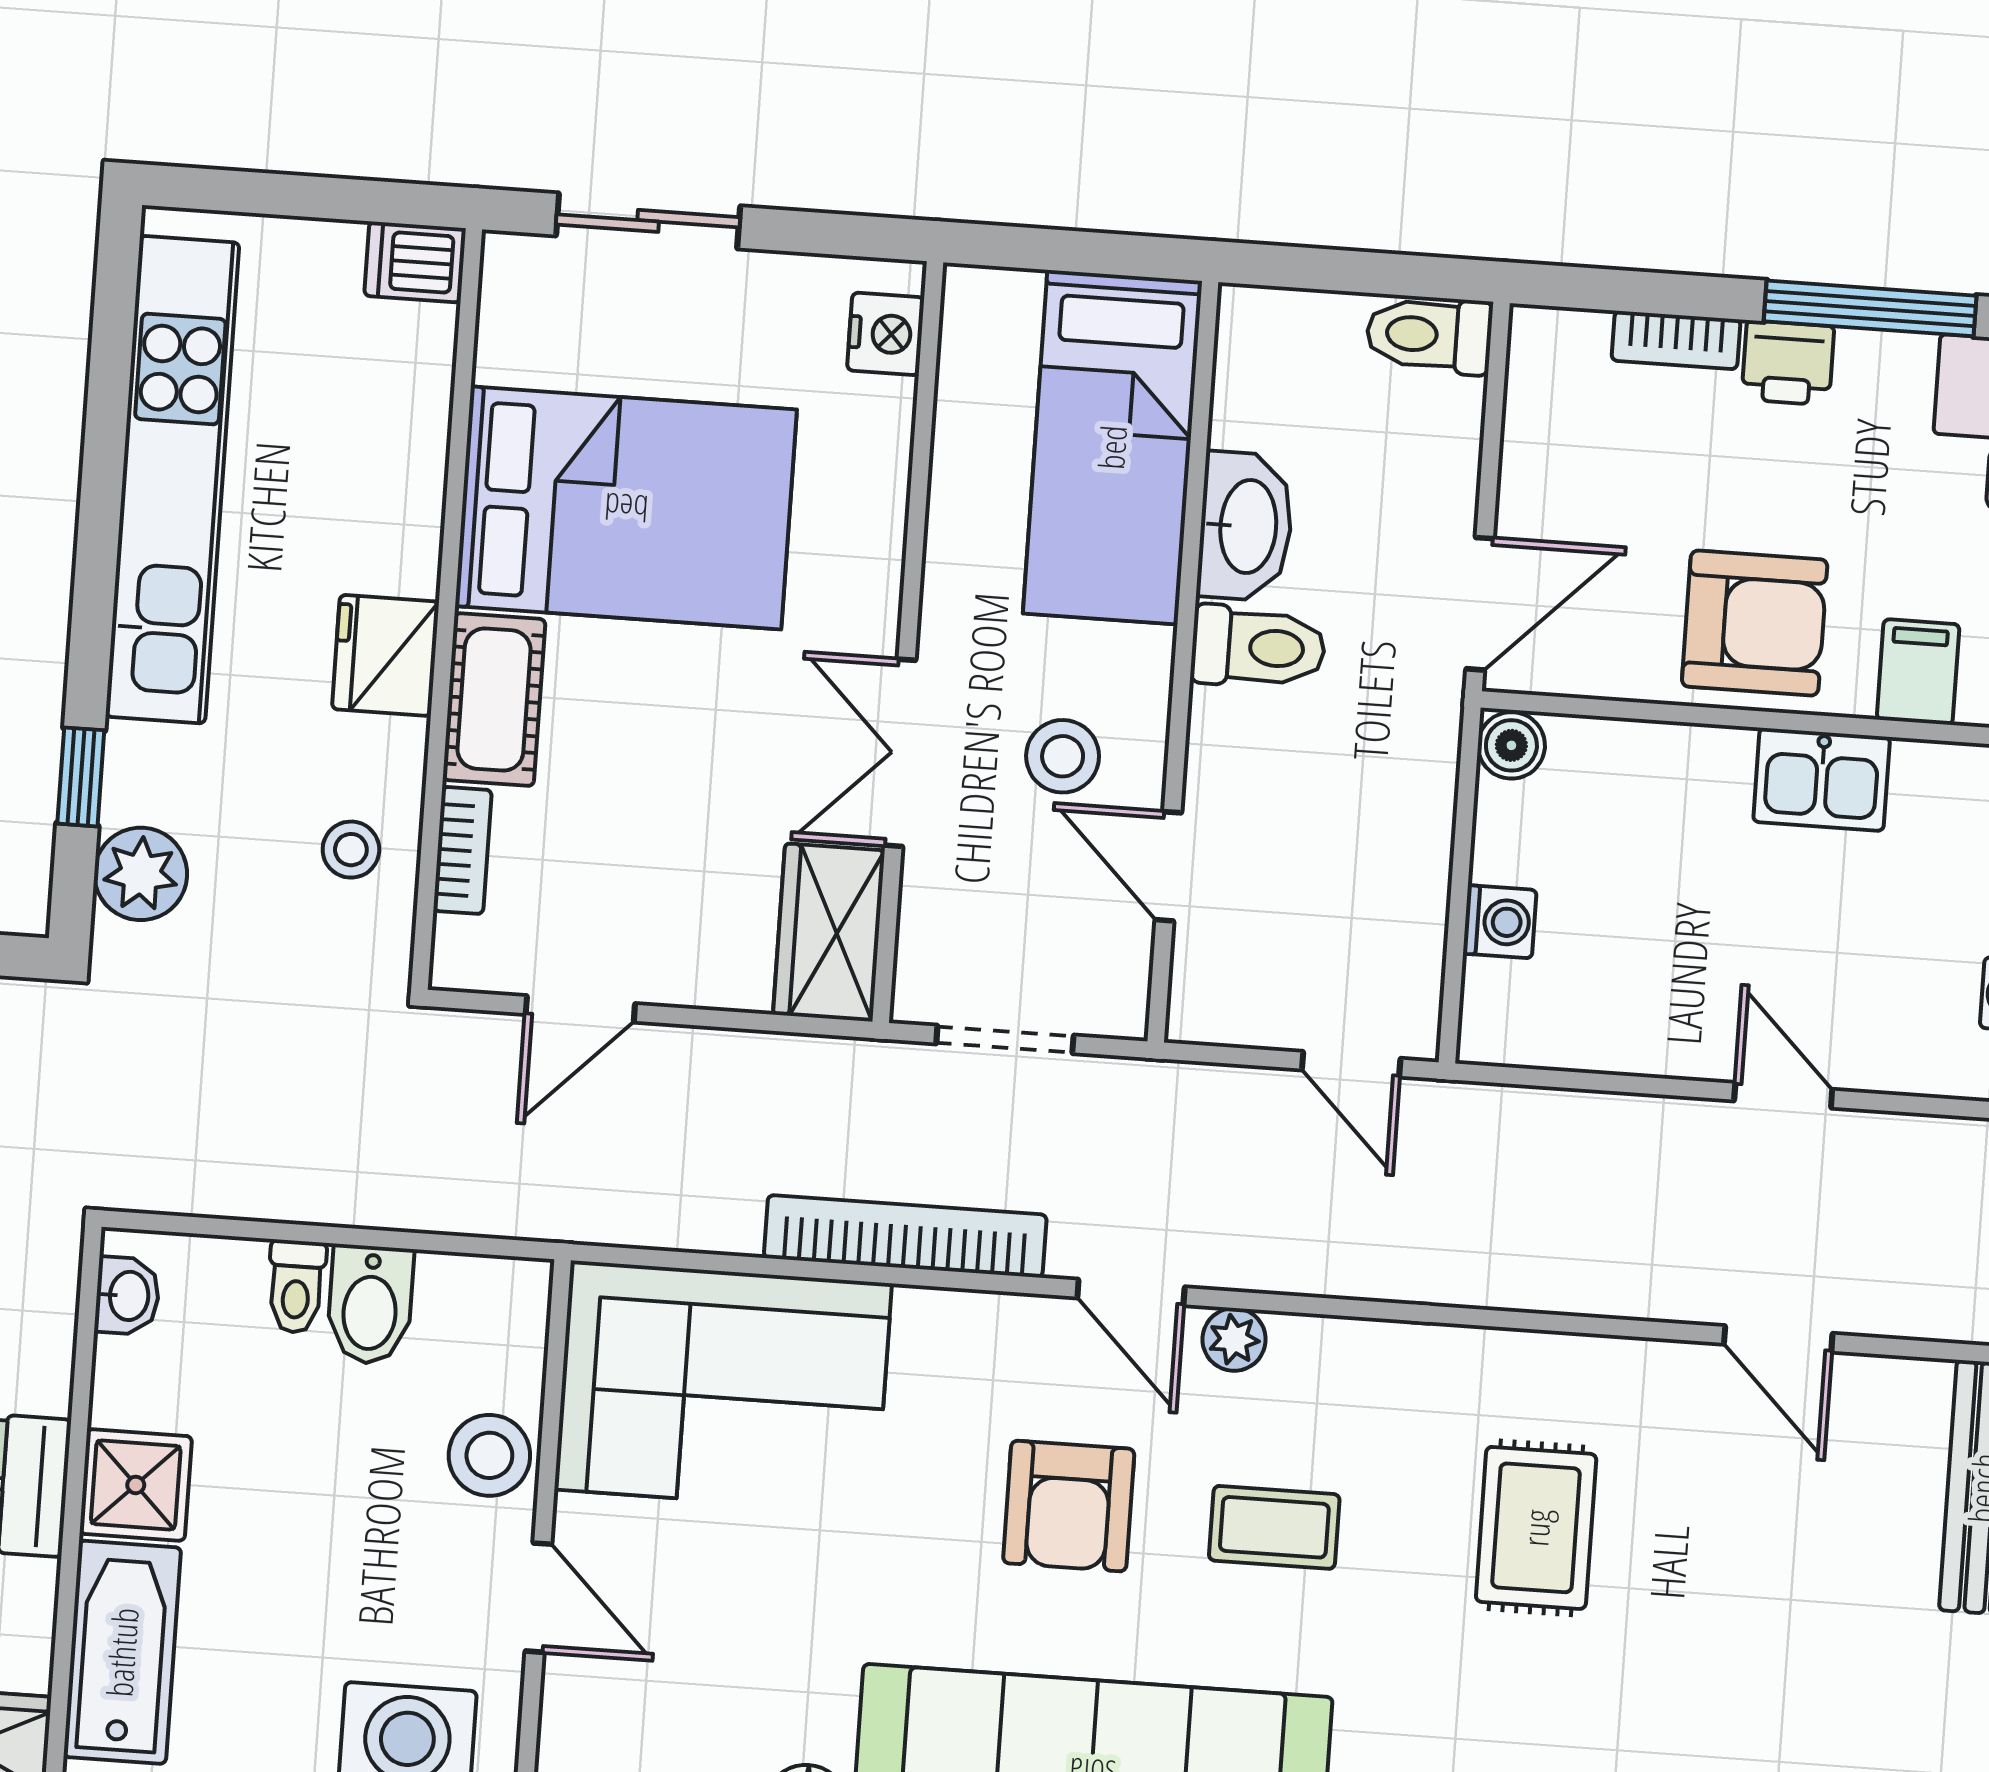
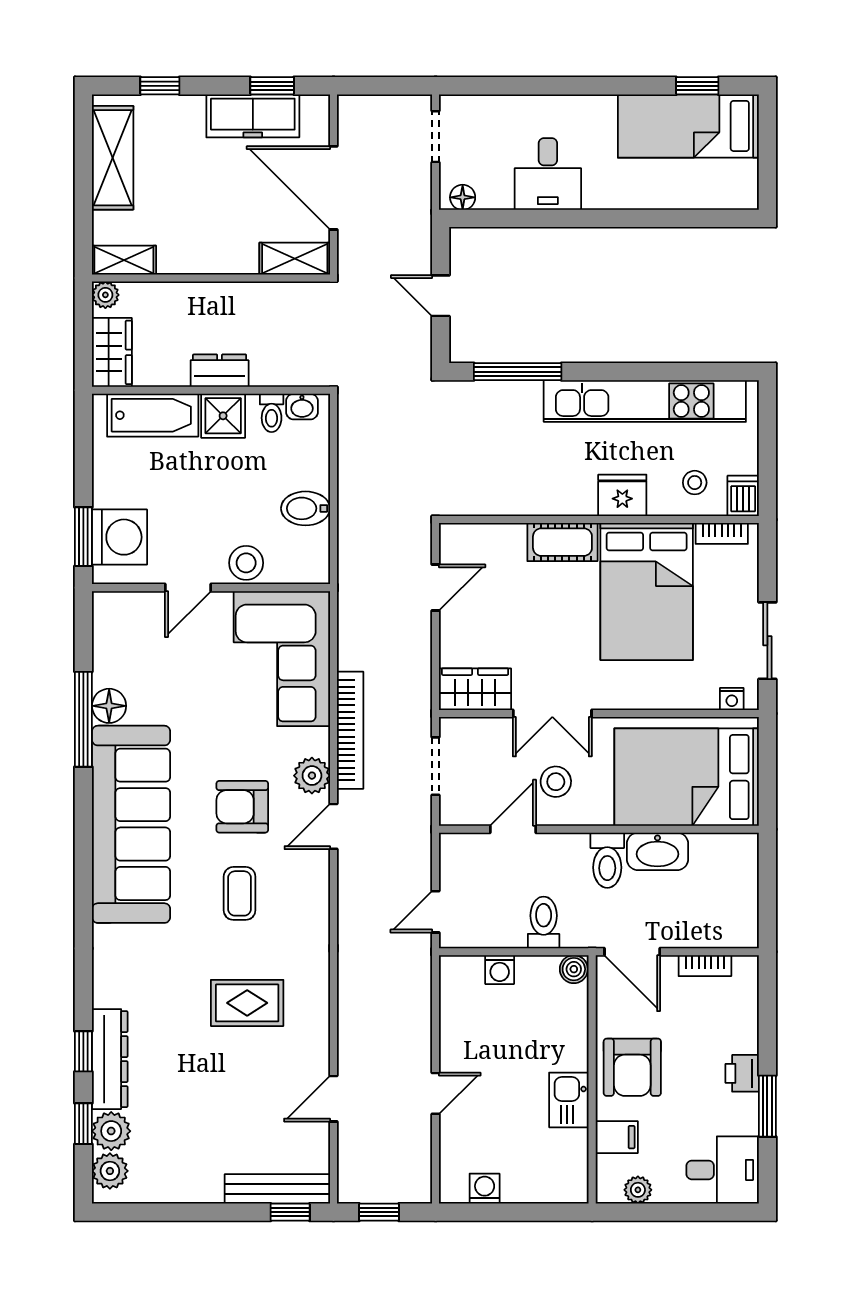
sliding door: (648, 221) -> (767, 641), moved
window: (1870, 308) -> (767, 1106), width x0.69
nightstand: (886, 334) -> (732, 699), width x0.72, depth x0.74
toilet: (1429, 335) -> (544, 922), moved
bookcase: (1676, 340) -> (705, 966), moved, turned -90
bed: (1112, 447) -> (687, 777), width x1.50
fridge: (385, 655) -> (622, 495), moved
double door: (900, 753) -> (552, 714), swing flipped
window: (81, 777) -> (518, 372), width x2.17
stool: (351, 850) -> (695, 483), moved
bookcase: (462, 850) -> (722, 533), moved
plant: (141, 874) -> (479, 400), removed
door: (580, 1009) -> (436, 588), swing flipped
toilet: (296, 1287) -> (272, 413), moved, turned -90
plant: (1234, 1339) -> (312, 776), moved, width x1.38, depth x1.38

